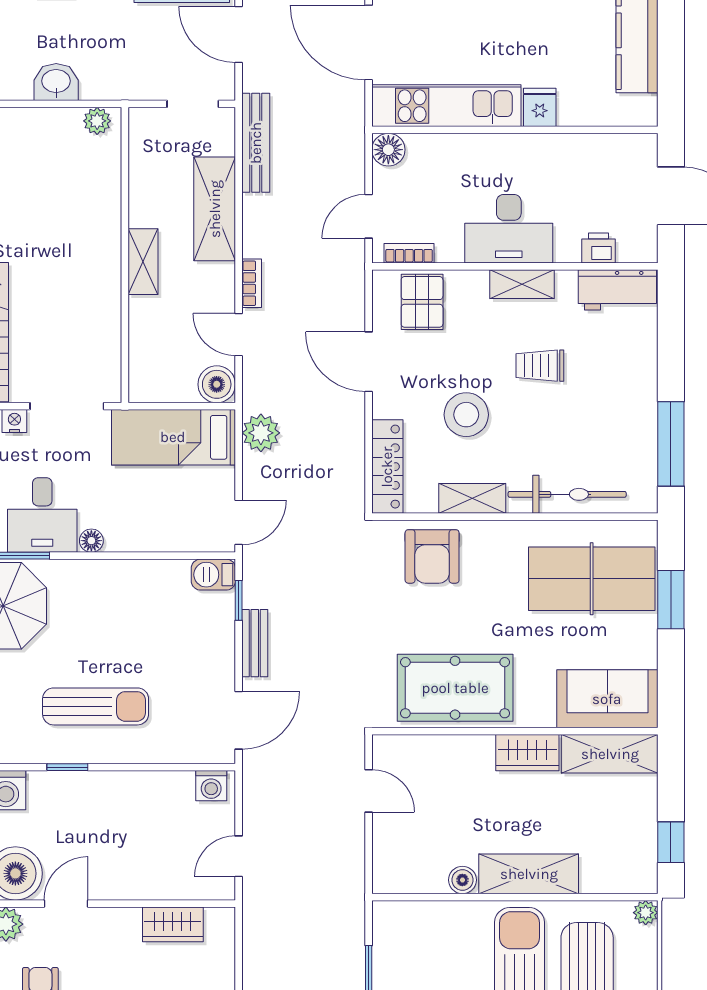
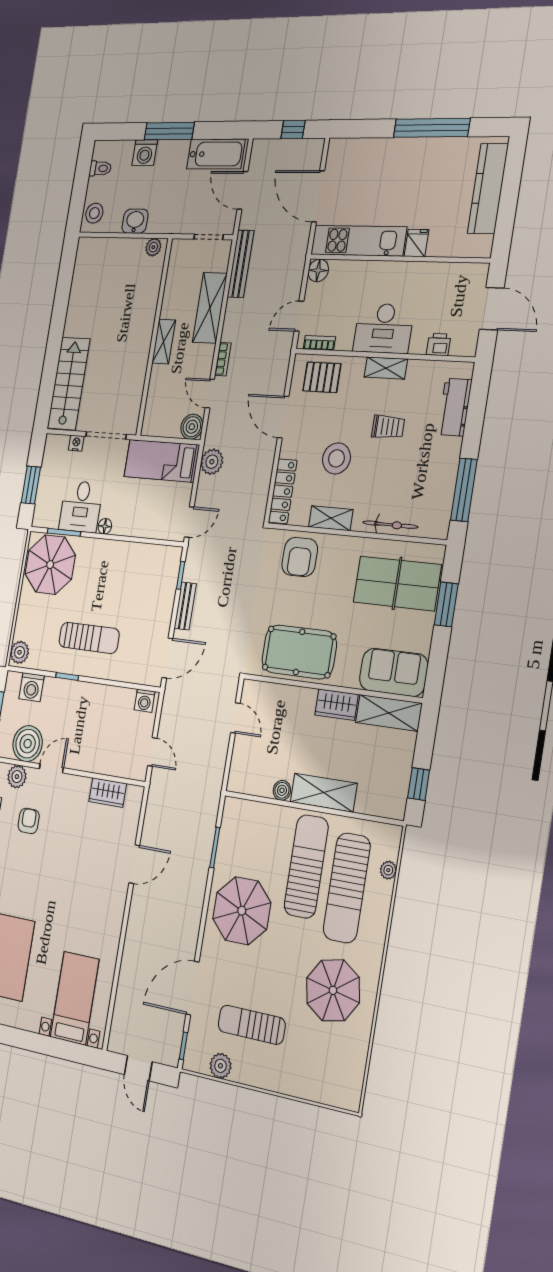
workbench: (617, 290) -> (455, 407), moved, turned 90
pallet: (422, 302) -> (322, 377), turned 90
trolley: (540, 366) -> (388, 427), turned 180
bicycle: (567, 494) -> (390, 525), width x0.73, depth x0.71
barbecue: (213, 575) -> (169, 556), removed
door: (239, 856) -> (152, 752), swing flipped
plant: (646, 913) -> (388, 870), moved

